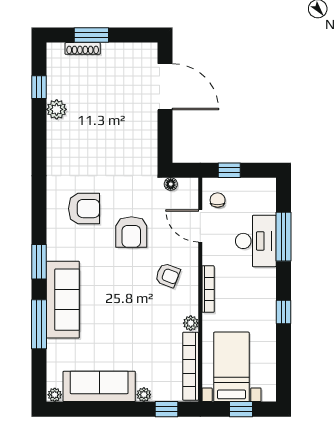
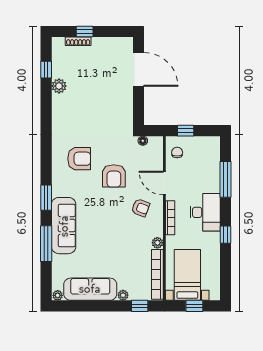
window: (91, 35) -> (85, 31), width x0.67
door: (200, 226) -> (164, 183), moved
desk: (256, 241) -> (205, 212), moved

